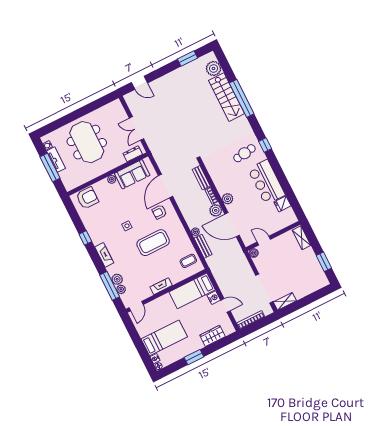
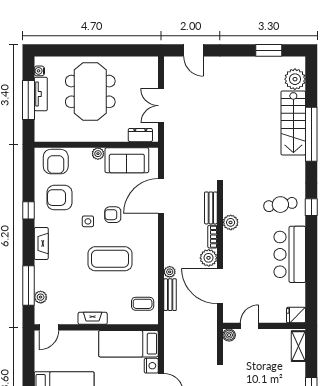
armchair: (87, 198) -> (56, 162), turned 90
plant: (228, 199) -> (231, 222), moved
fridge: (282, 204) -> (296, 315), moved
armchair: (159, 212) -> (113, 215), moved
armchair: (101, 220) -> (59, 198), added
door: (264, 241) -> (249, 326), hinge flipped
plant: (117, 279) -> (42, 282), removed

